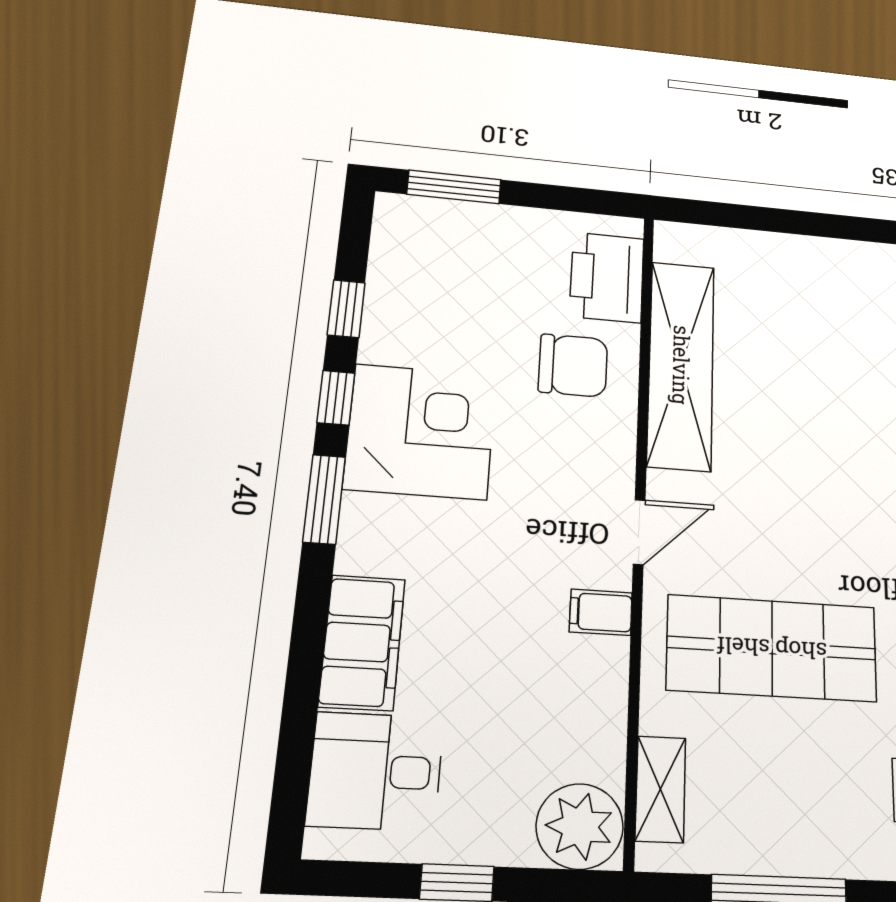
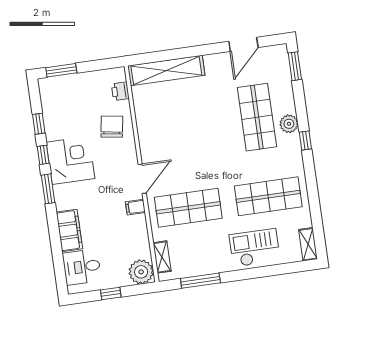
printer: (607, 277) -> (120, 91), width x0.53, depth x0.68
chair: (573, 365) -> (112, 127), turned -81
shelving: (681, 365) -> (166, 71), moved, turned 90
door: (639, 532) -> (142, 179), width x1.38

